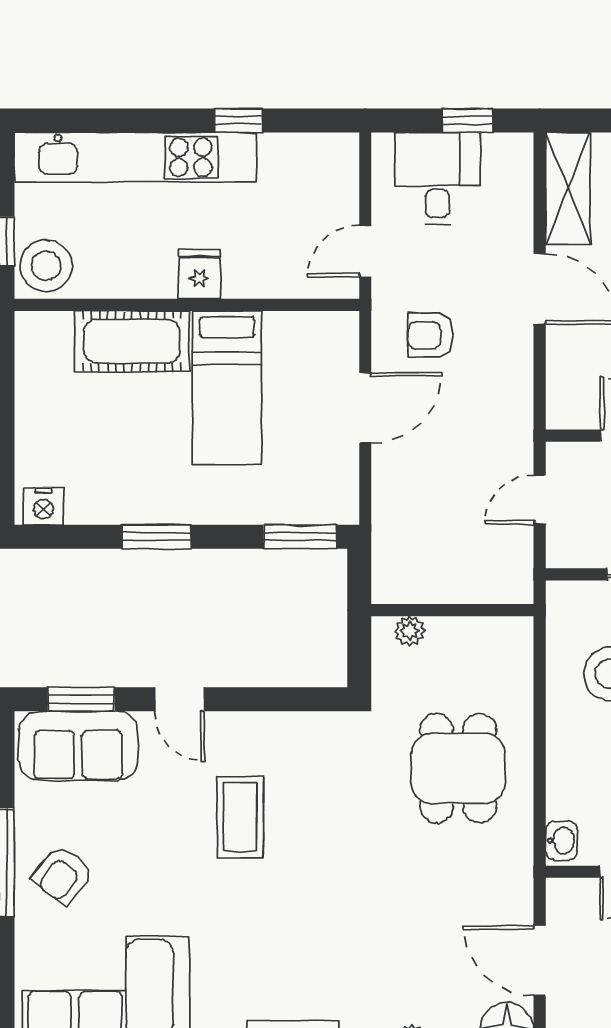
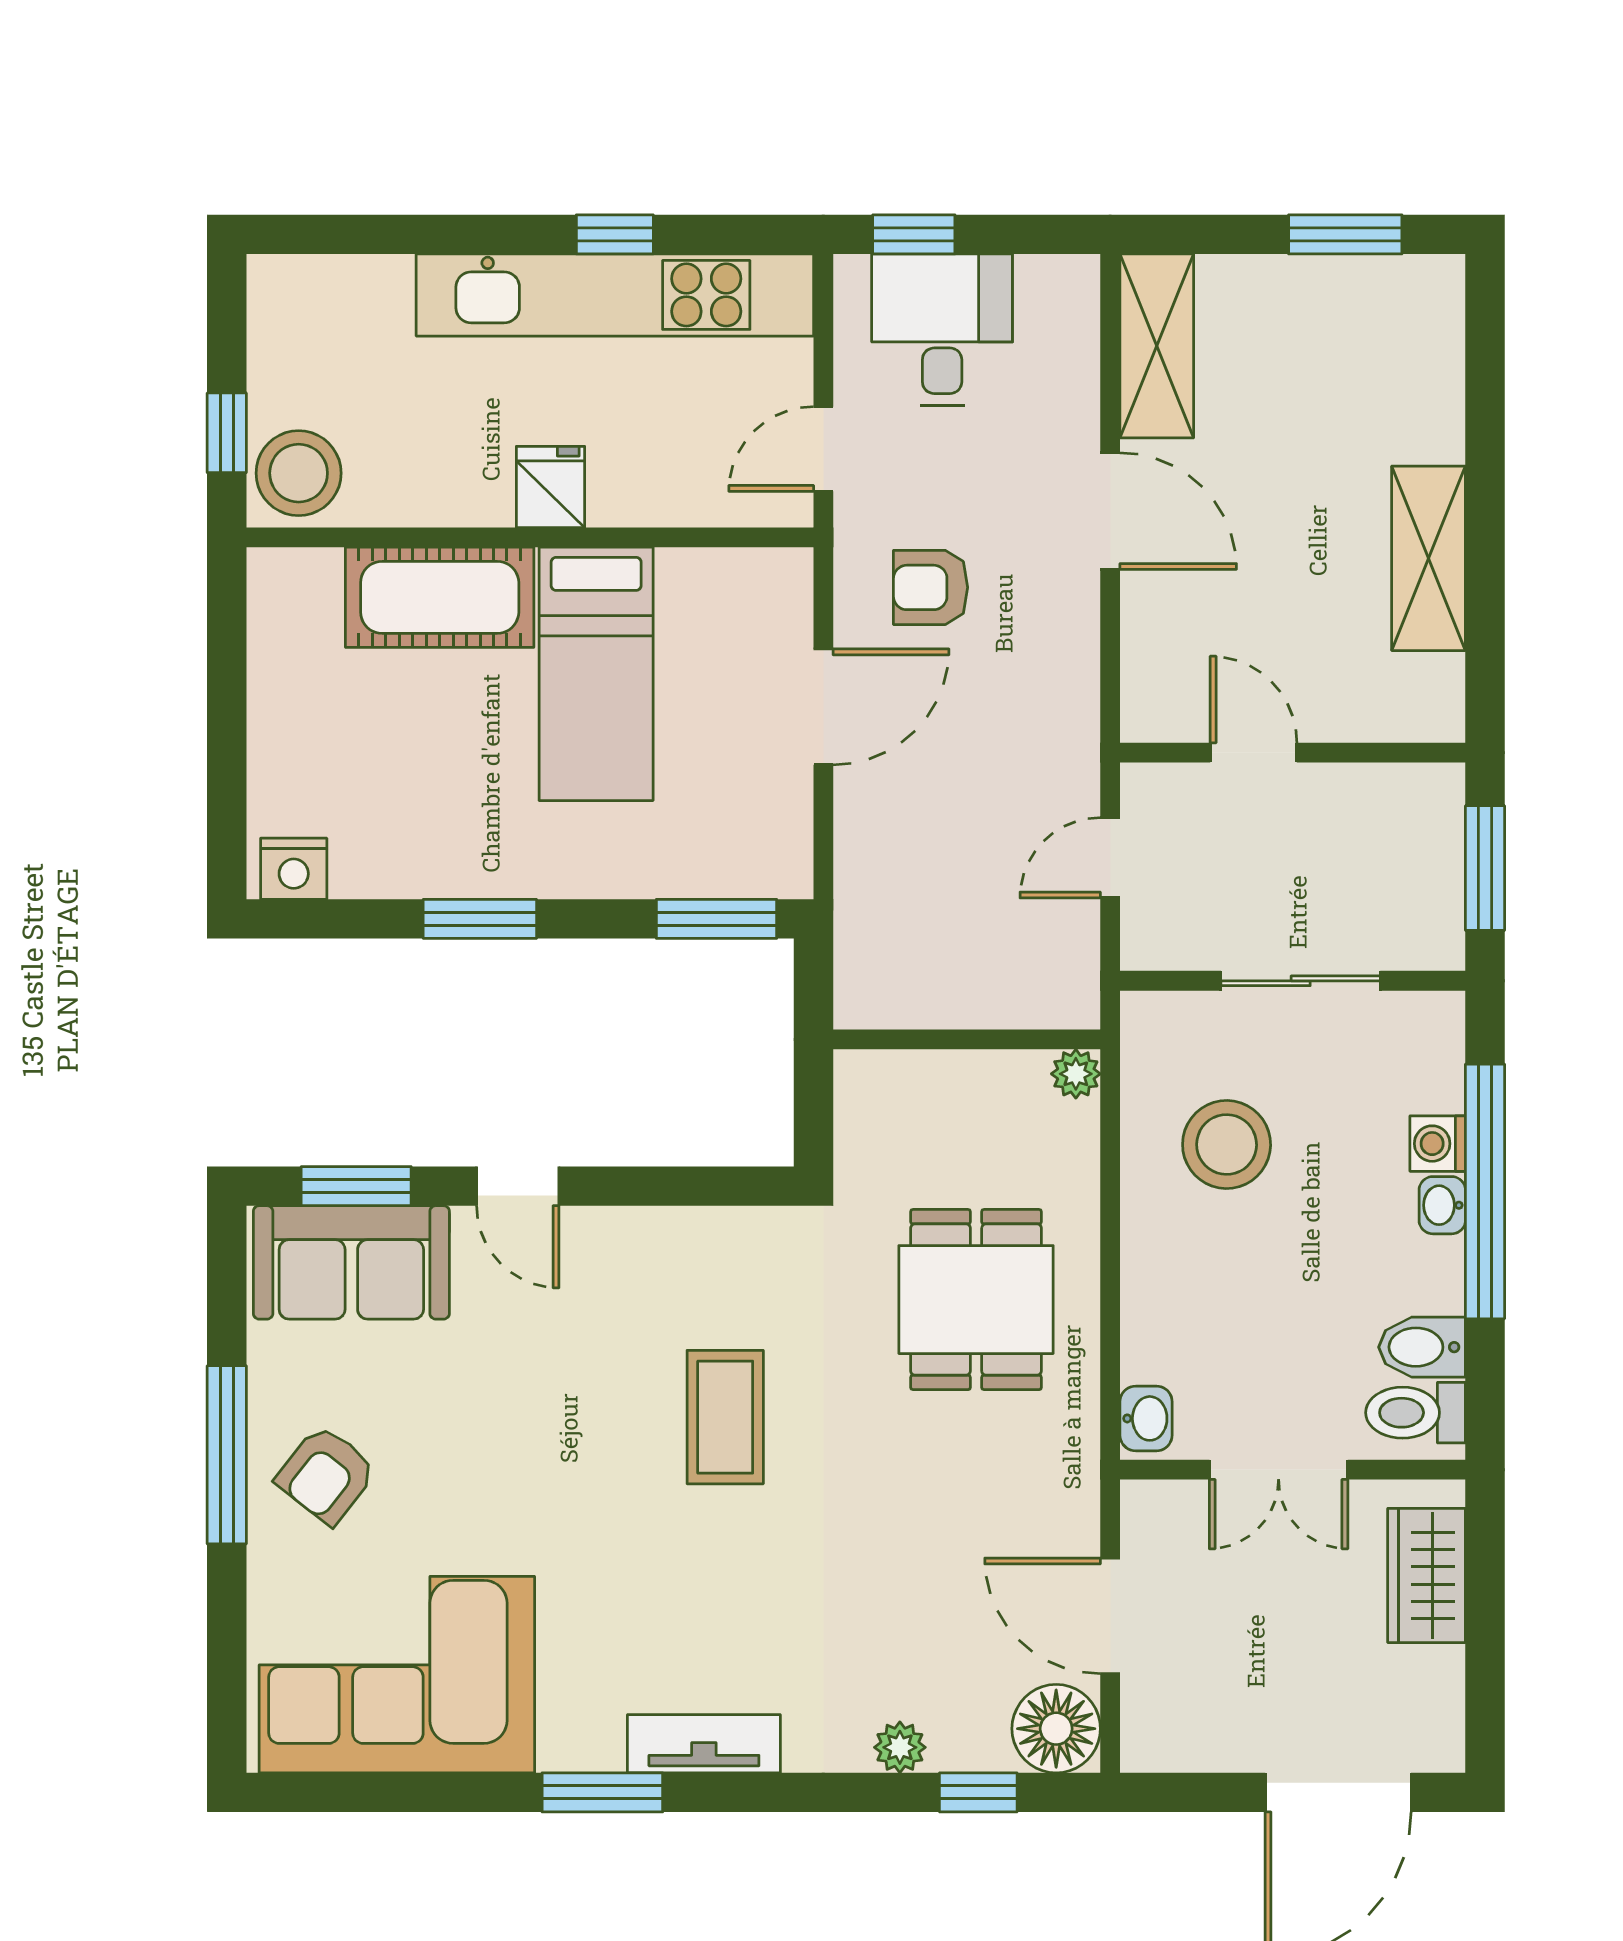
window: (467, 120) -> (914, 234), moved
kitchen unit: (135, 157) -> (615, 295), moved
plant: (410, 631) -> (1076, 1074), moved
coffee table: (240, 817) -> (725, 1417), moved

